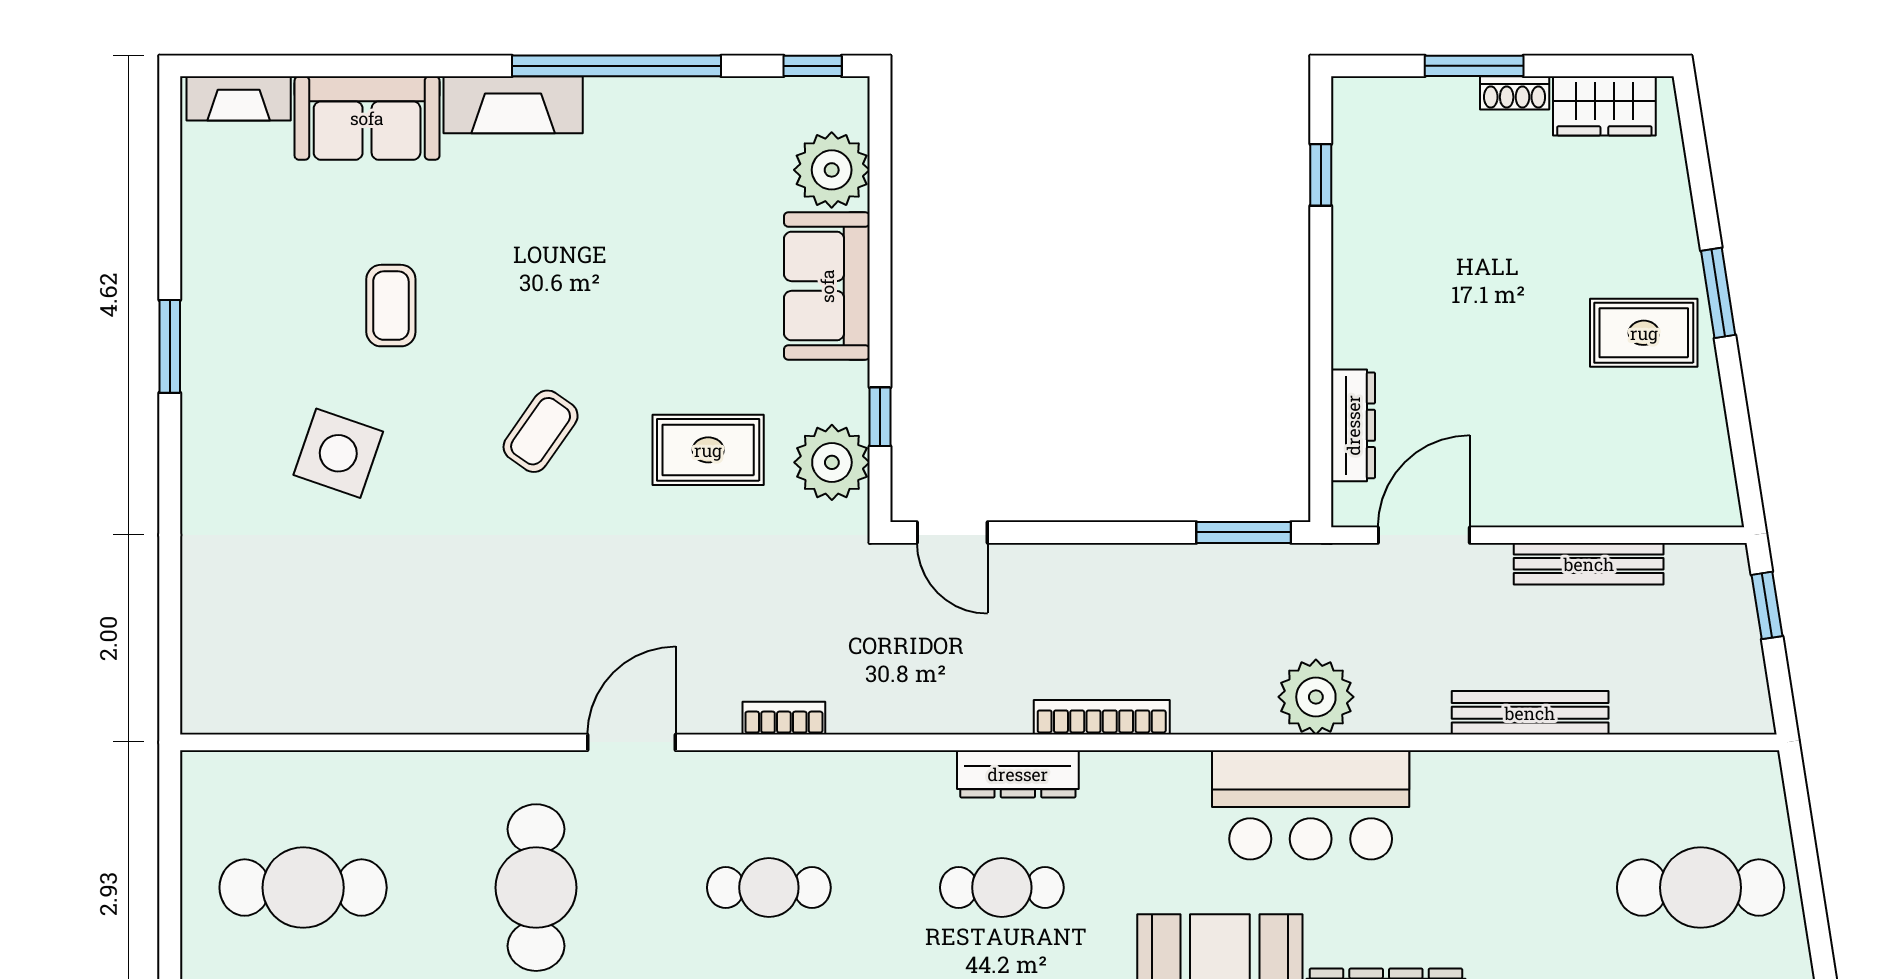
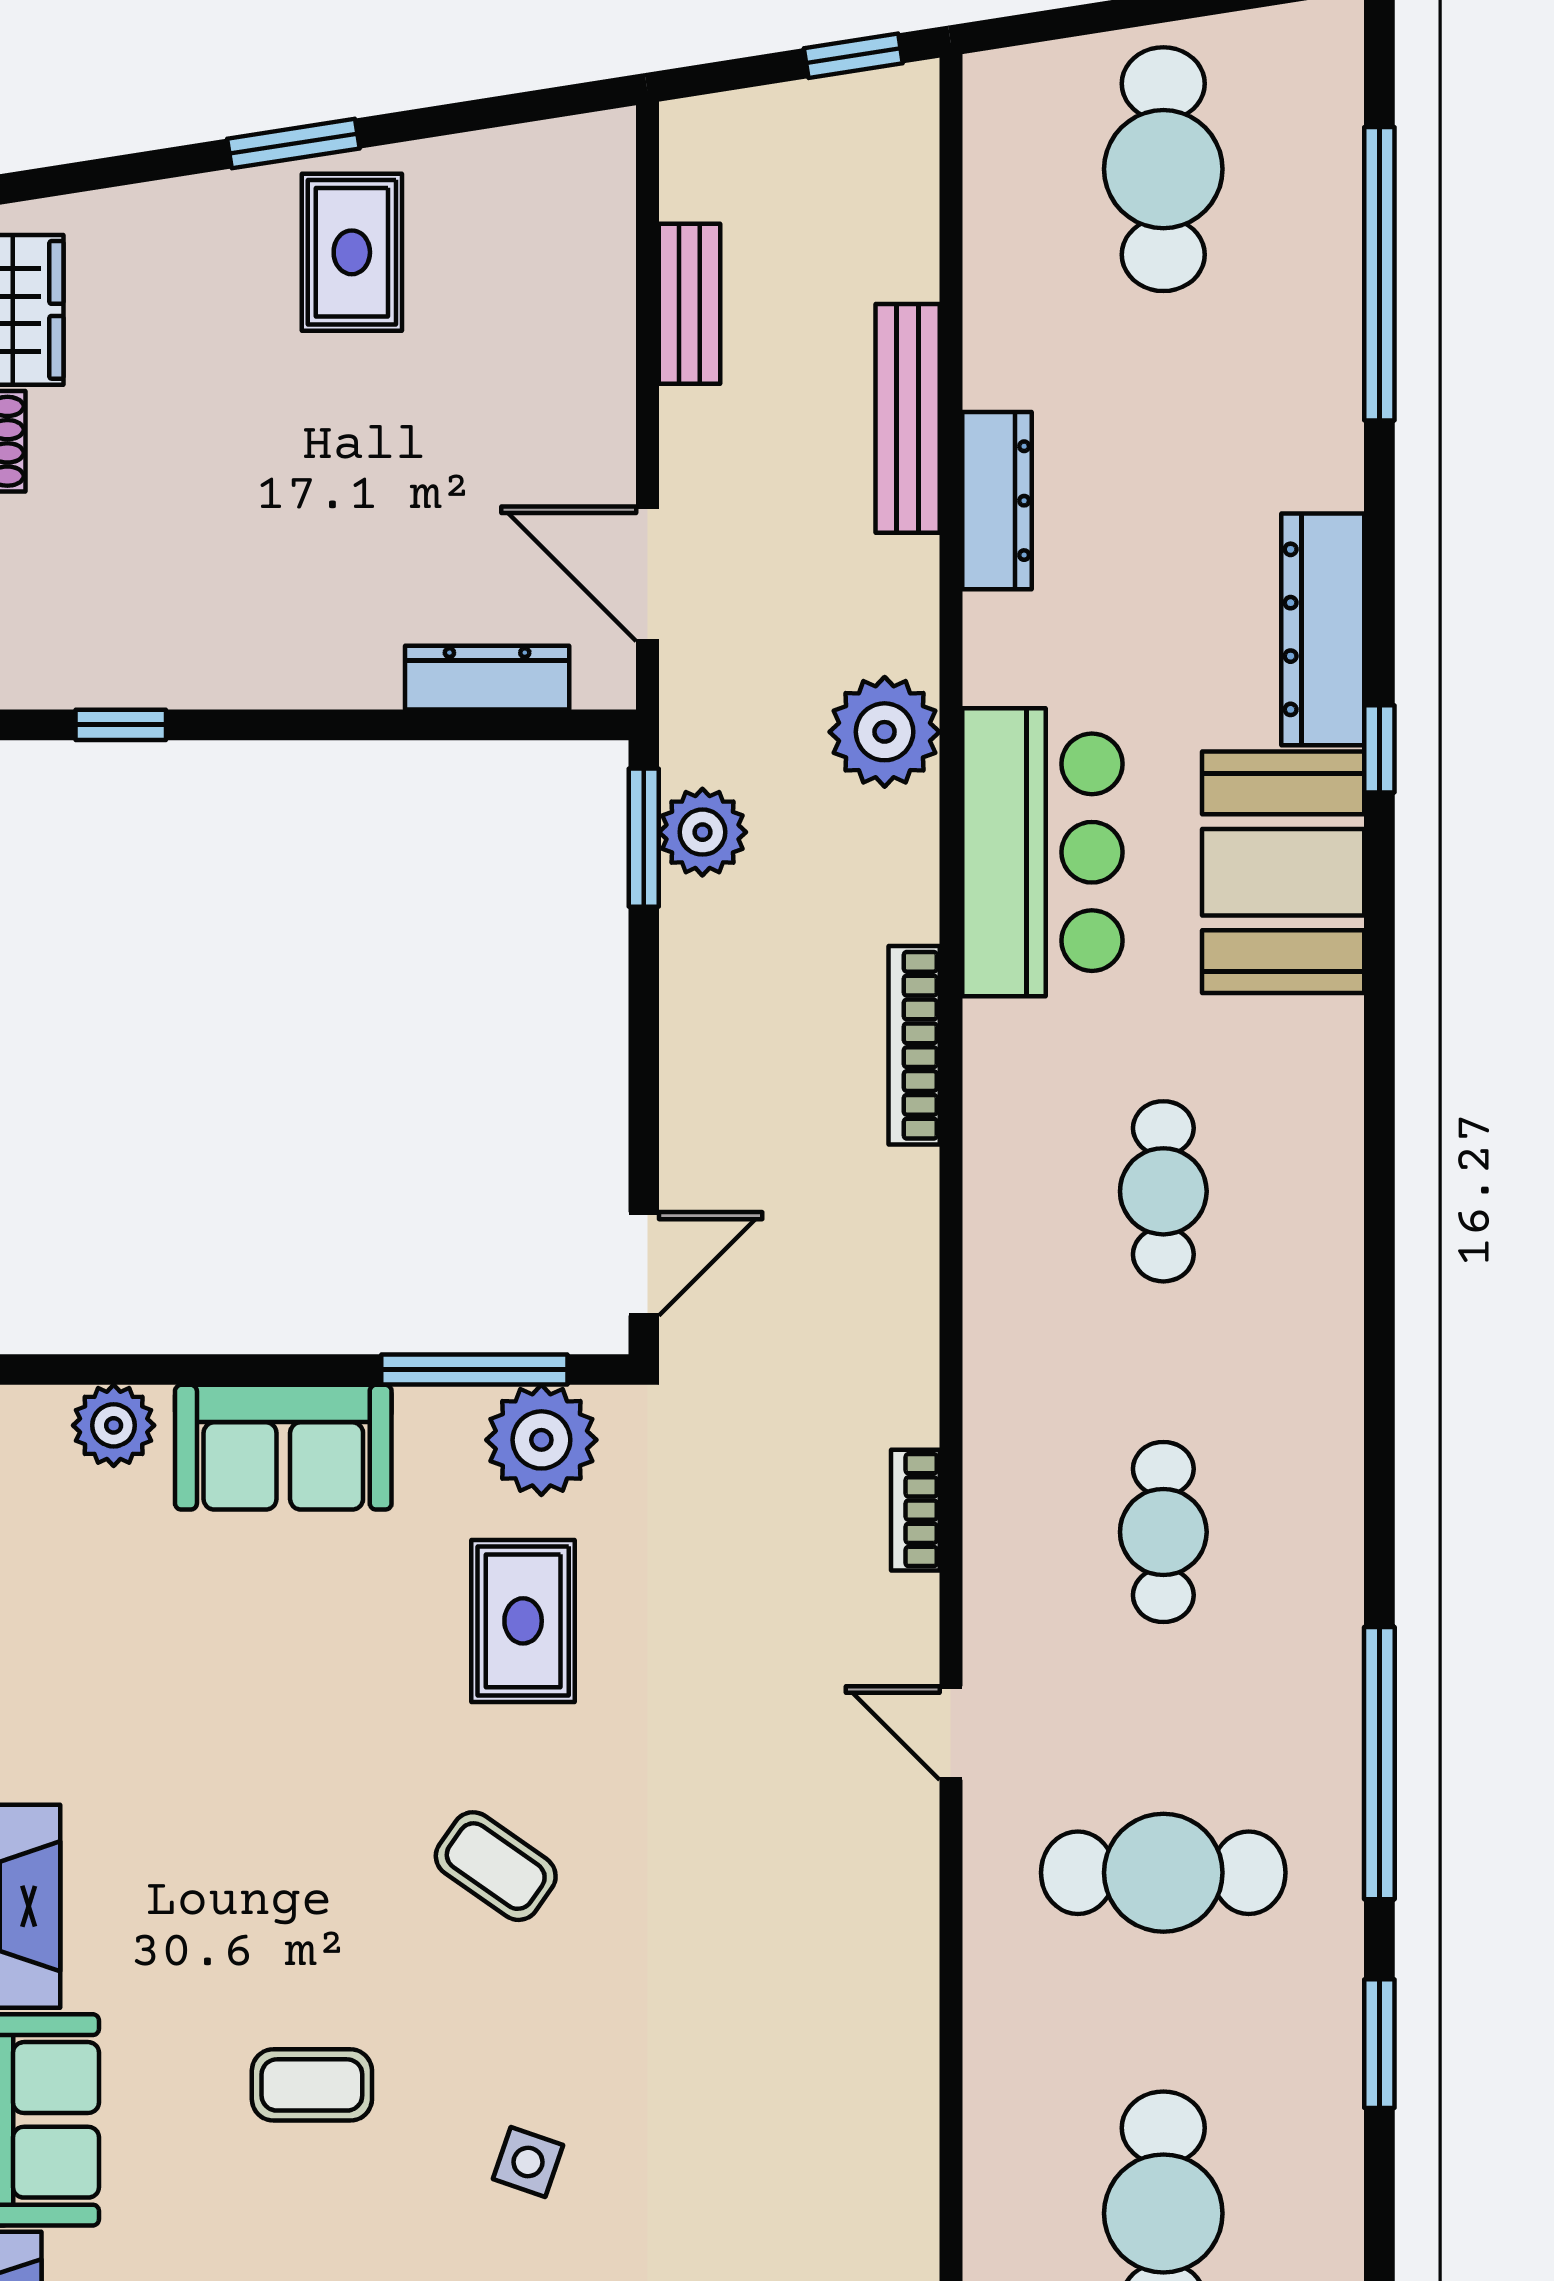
plant: (832, 170) -> (114, 1425), width x0.73, depth x0.73
window: (880, 417) -> (474, 1370), width x2.17
side table: (338, 453) -> (528, 2162), width x0.54, depth x0.54
bench: (1589, 564) -> (690, 304), width x0.73
plant: (1247, 573) -> (702, 832), added
window: (1767, 605) -> (853, 56), moved
door: (632, 742) -> (951, 1733), width x0.73
dresser: (1018, 774) -> (997, 501), moved
bar counter: (1311, 805) -> (1042, 852), moved

